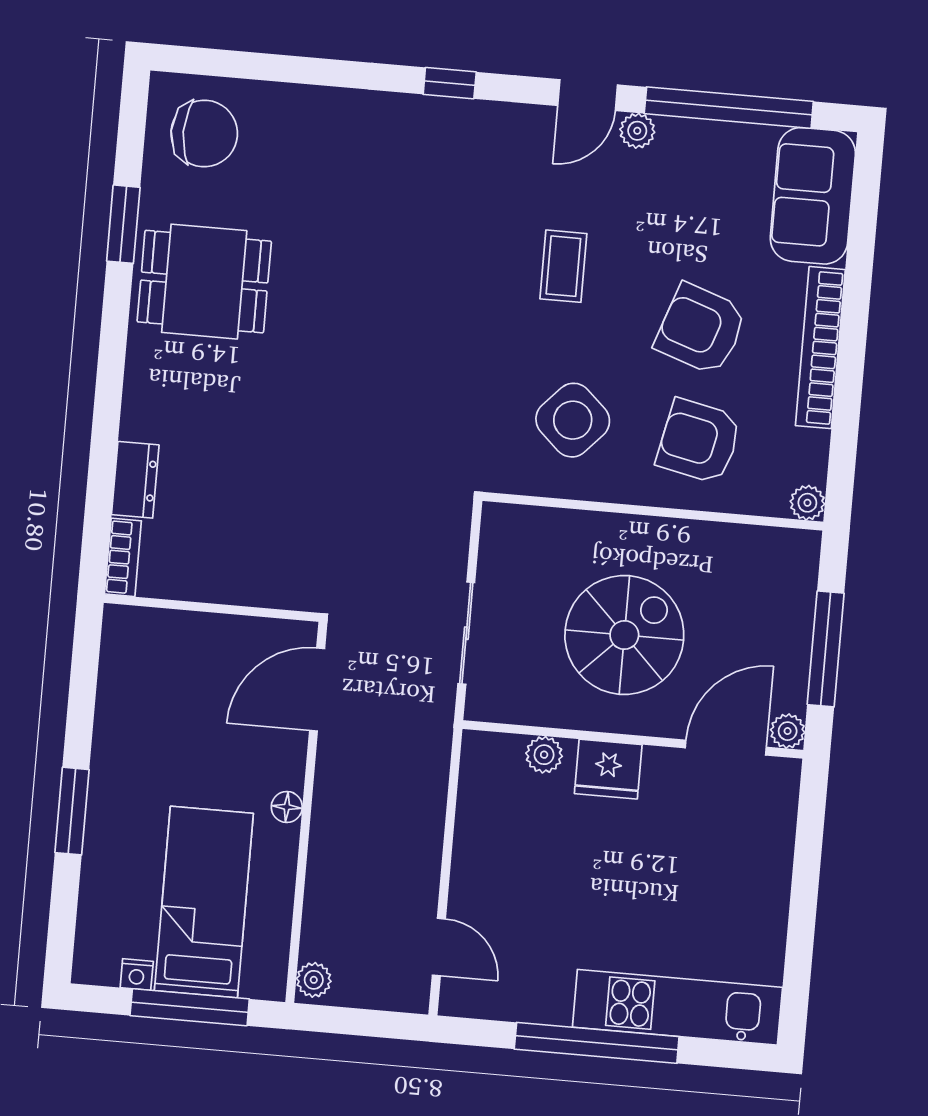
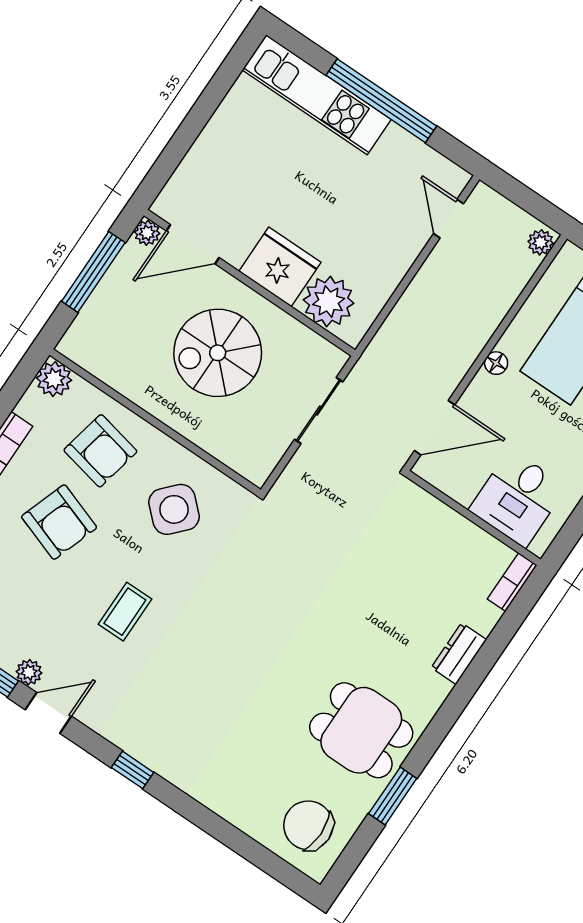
dresser: (135, 480) -> (459, 654), moved
plant: (807, 503) -> (54, 379), width x1.38, depth x1.38
desk: (172, 661) -> (518, 498), added
plant: (544, 755) -> (329, 302), width x1.87, depth x1.87
fridge: (608, 769) -> (280, 267), width x1.36, depth x1.34

